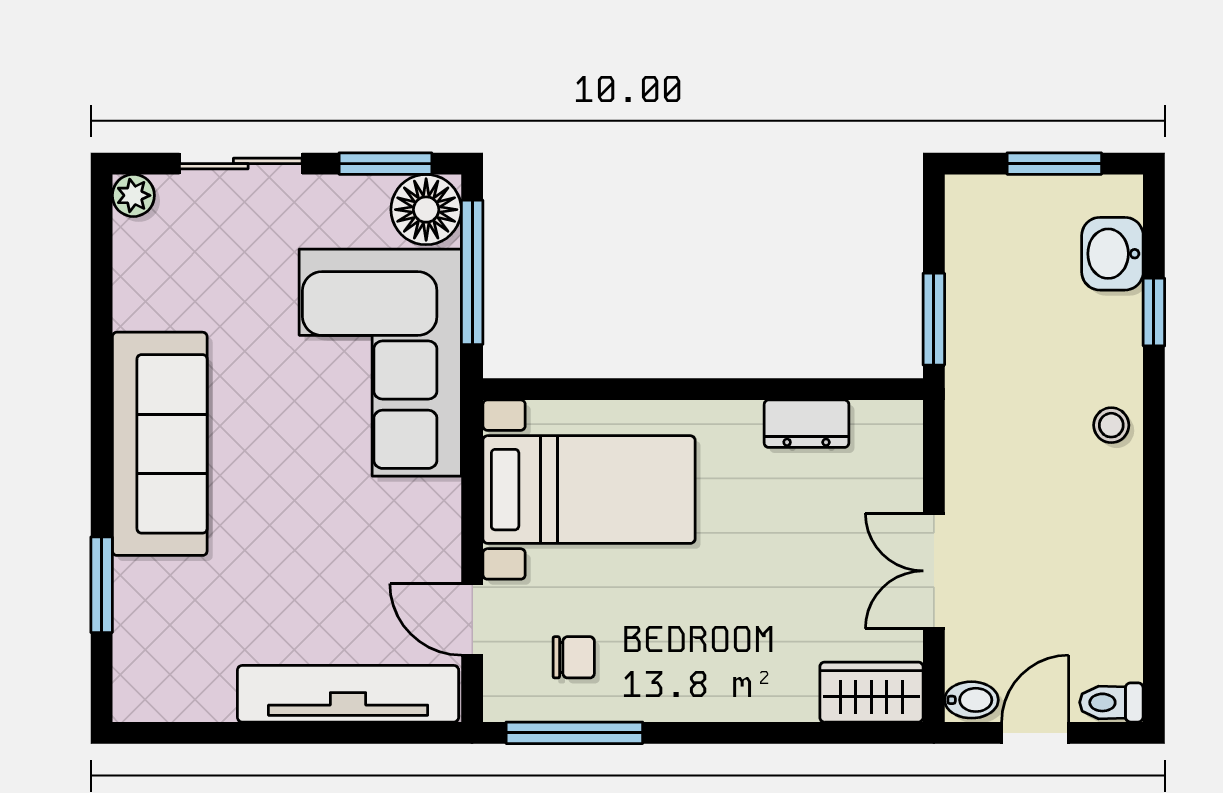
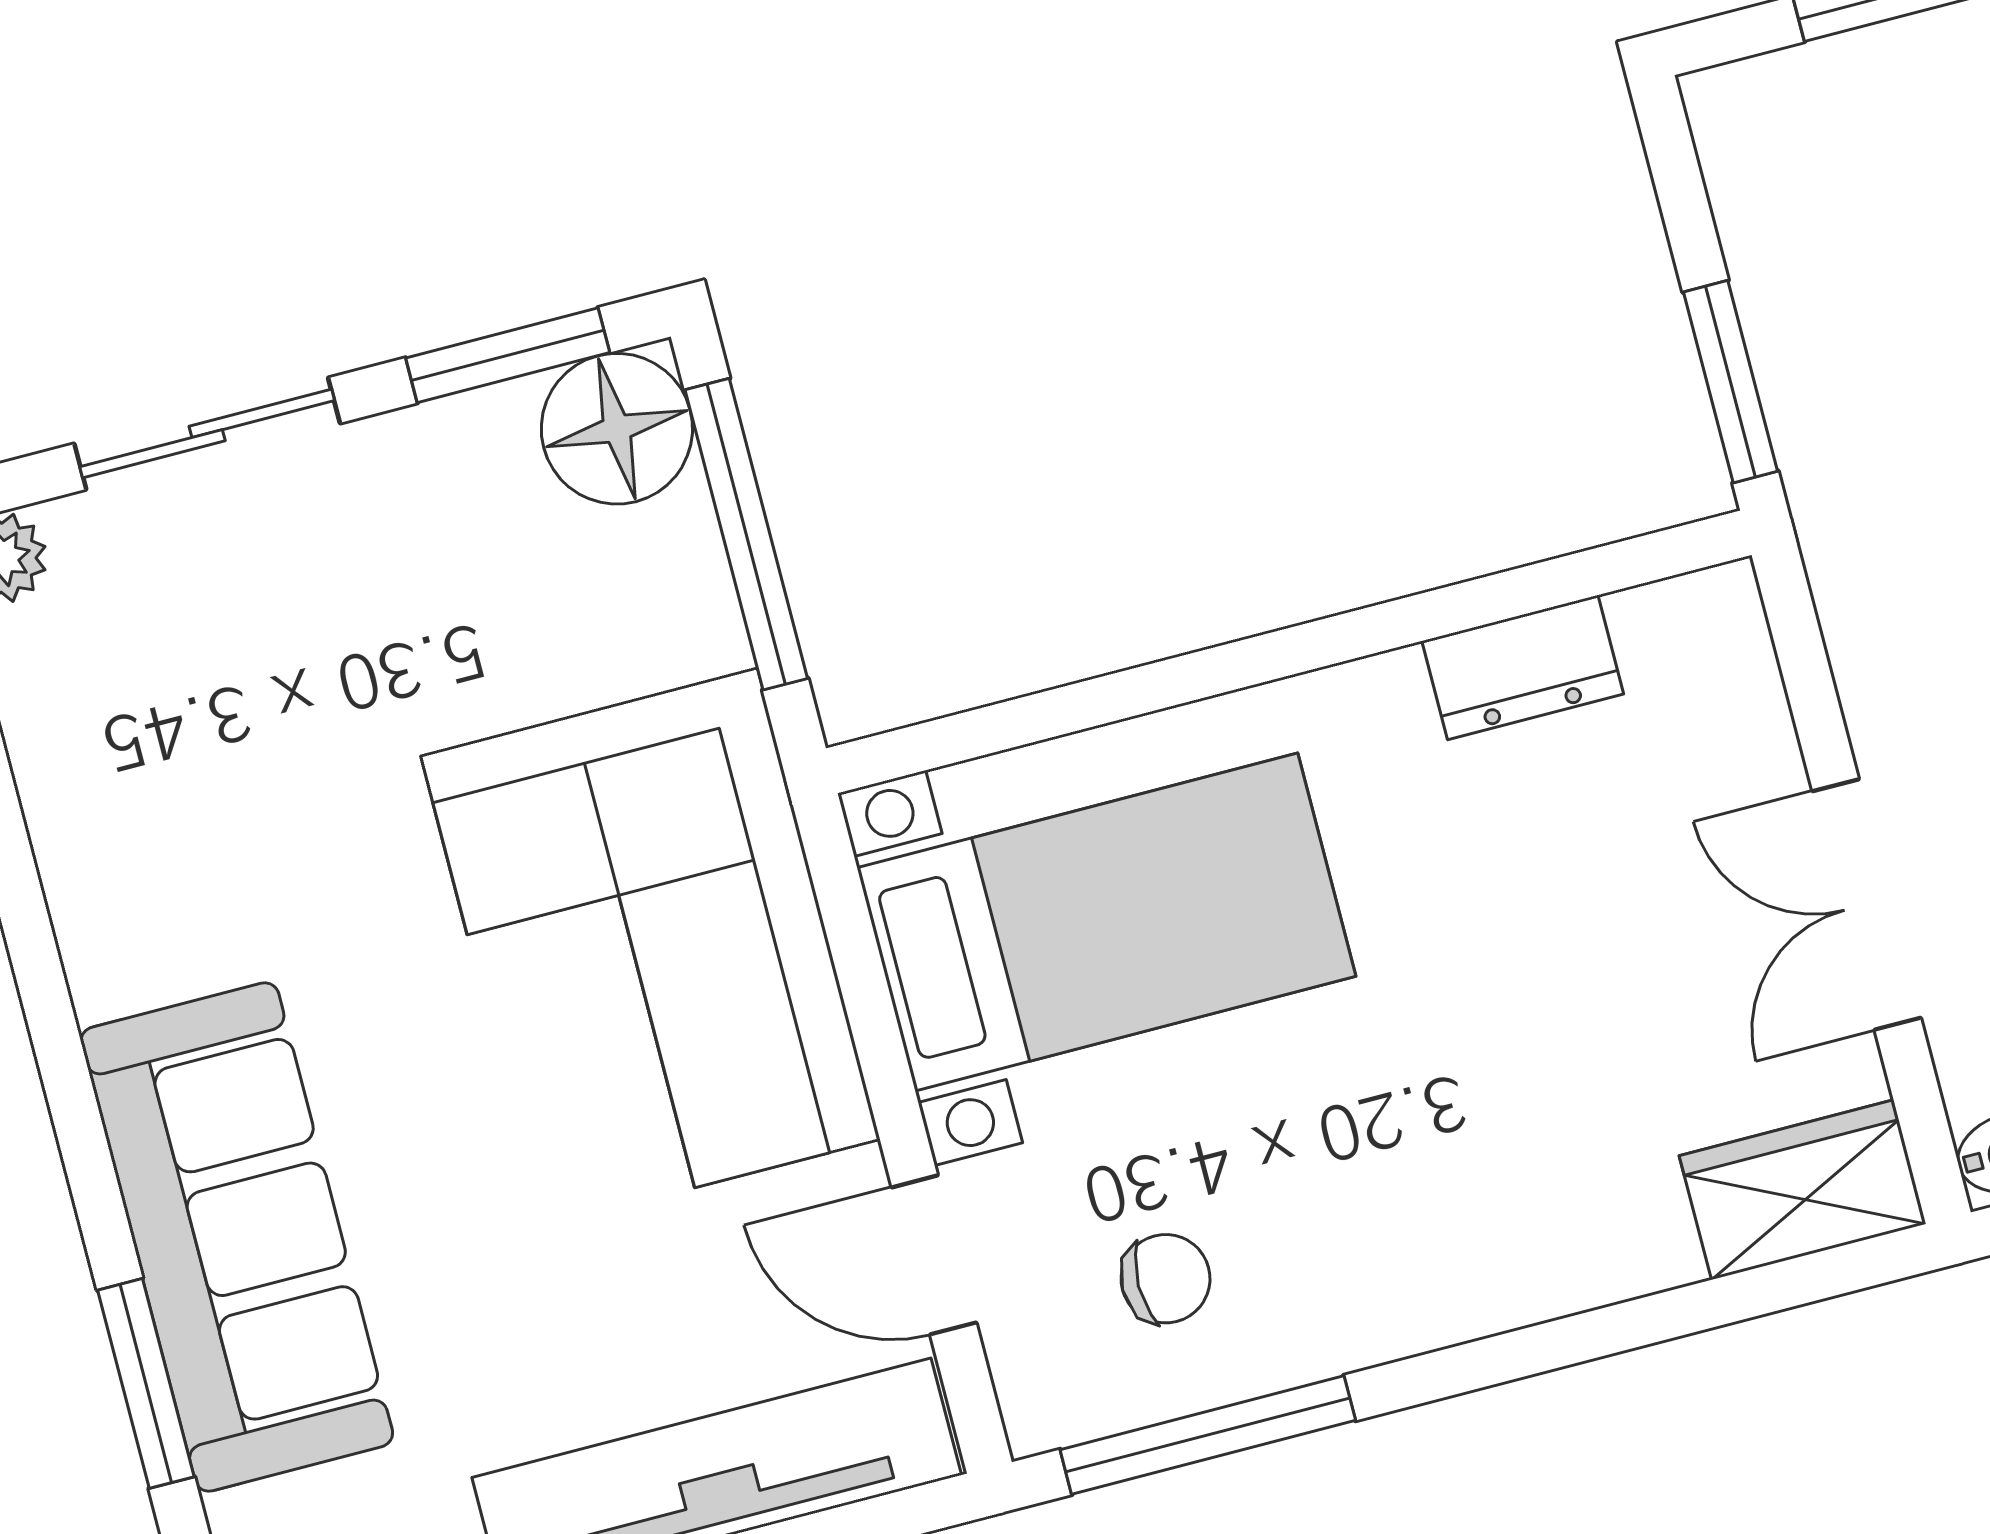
corner sofa: (380, 363) -> (650, 948), moved
sofa: (160, 444) -> (237, 1237), moved

